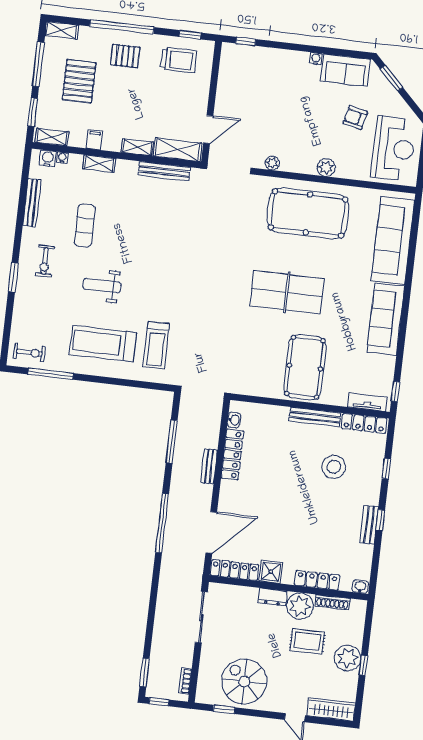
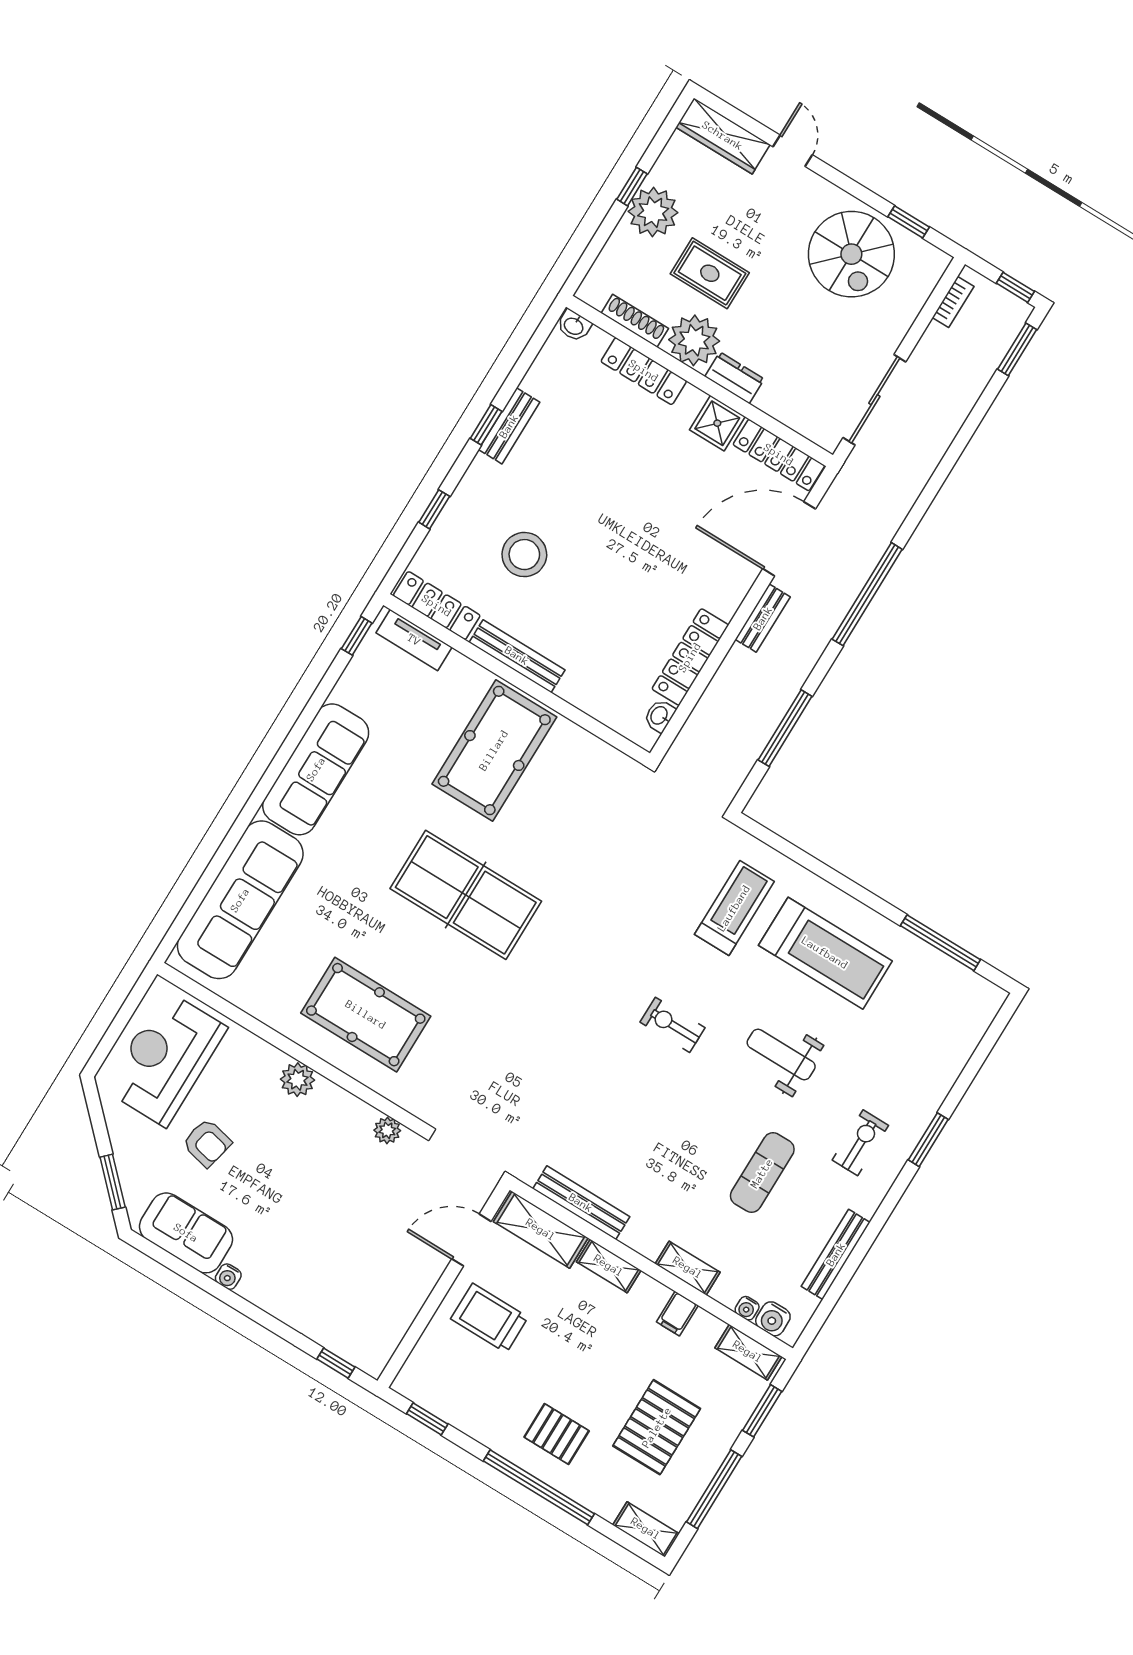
trolley: (178, 60) -> (489, 1318), moved
pool table: (308, 213) -> (366, 1015), width x0.73, depth x0.76
weight bench: (102, 286) -> (781, 1055), turned 180
exercise bike: (29, 353) -> (672, 1025), moved
bench: (209, 466) -> (763, 618), moved

